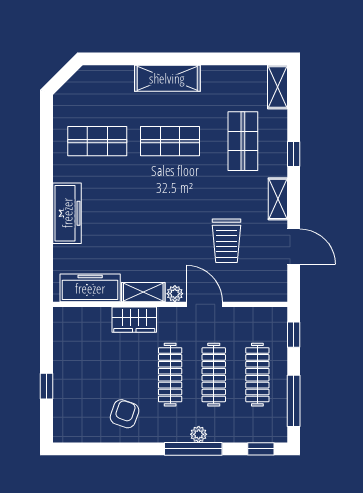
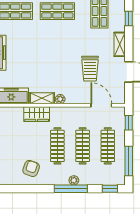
door: (204, 304) -> (101, 105), moved

